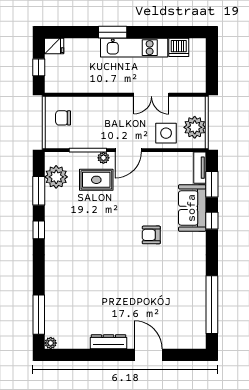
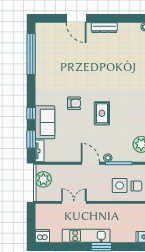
dishwasher: (179, 47) -> (42, 236), moved
side table: (166, 133) -> (120, 185), moved
door: (128, 150) -> (90, 163), hinge flipped
rug: (96, 180) -> (102, 113), moved, turned 90

